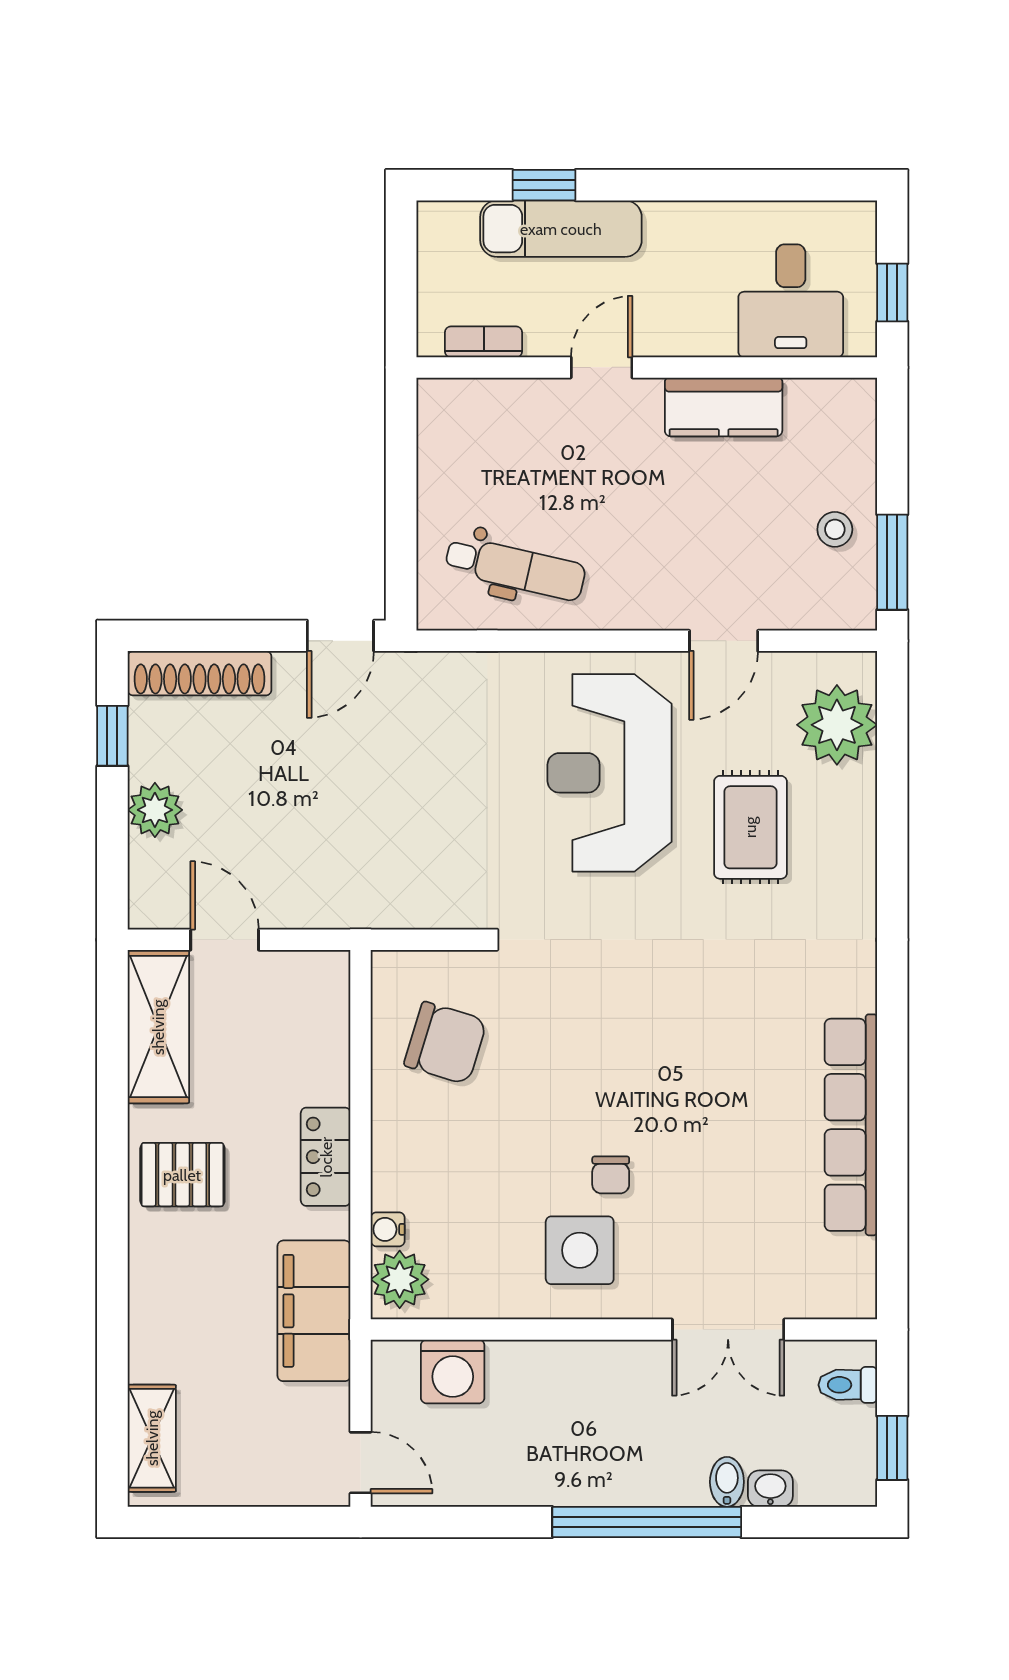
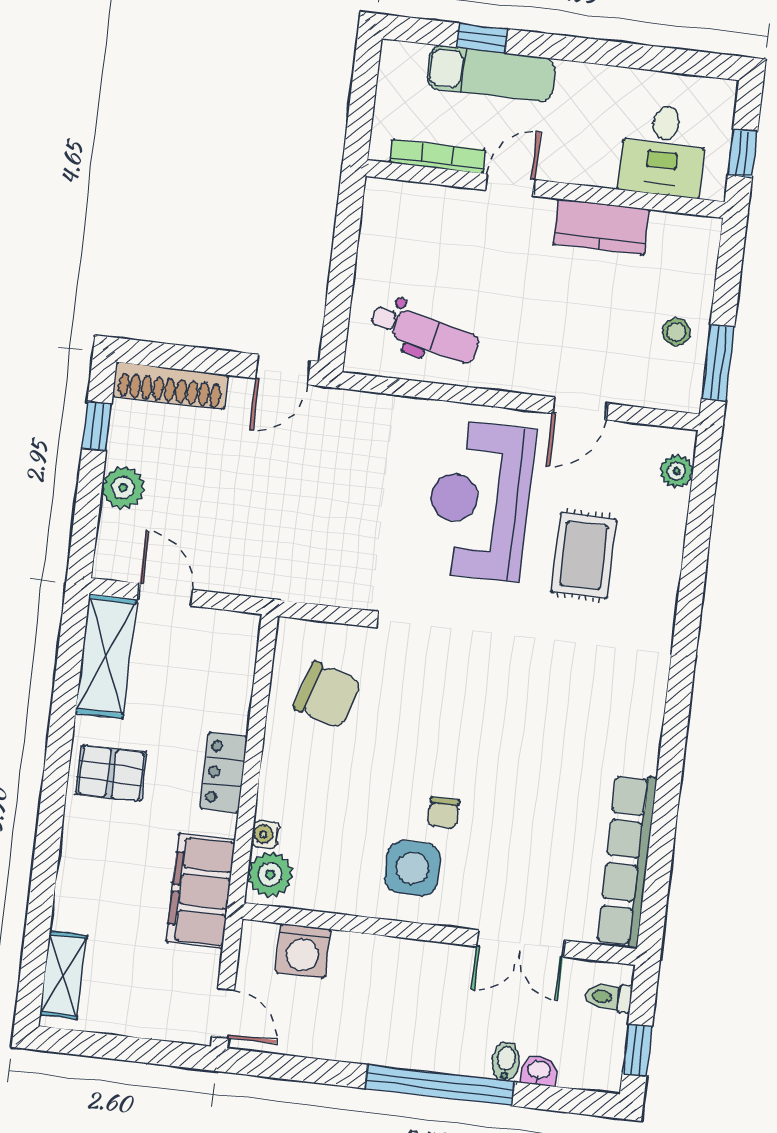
bookcase: (484, 342) -> (438, 156), width x1.56
plant: (837, 725) -> (676, 471), width x0.53, depth x0.53
row of seats: (851, 1125) -> (627, 861), moved

